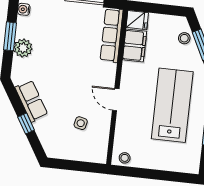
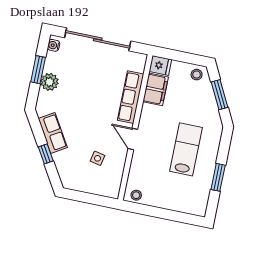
row of seats: (112, 35) -> (131, 97), moved
stool: (184, 38) -> (197, 75), moved
lab bench: (172, 105) -> (186, 149), width x0.73, depth x0.72

